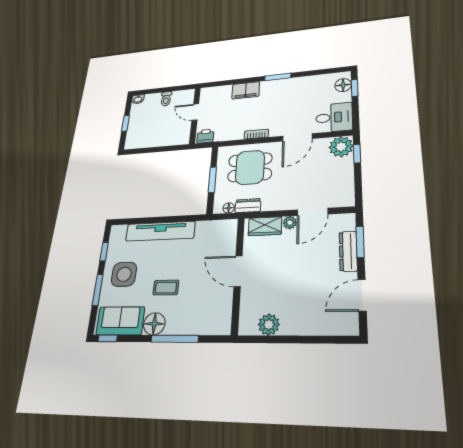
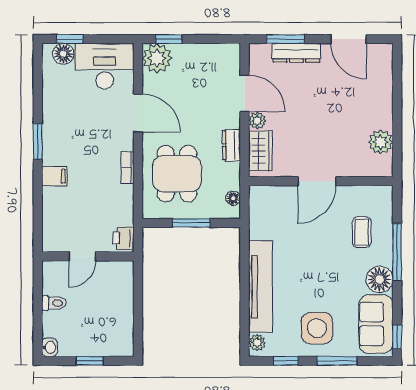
filing cabinet: (246, 90) -> (55, 176), width x0.50
desk: (334, 117) -> (105, 66), width x1.37
dresser: (248, 206) -> (231, 145), moved
plant: (120, 231) -> (257, 343), added
coffee table: (166, 288) -> (362, 232), moved

